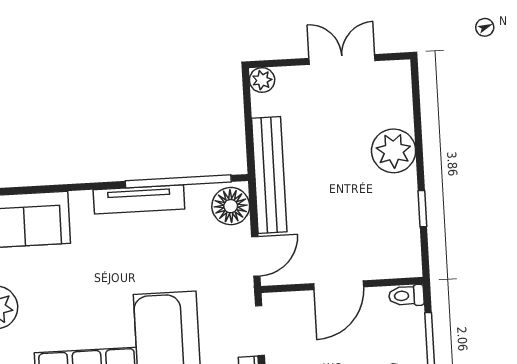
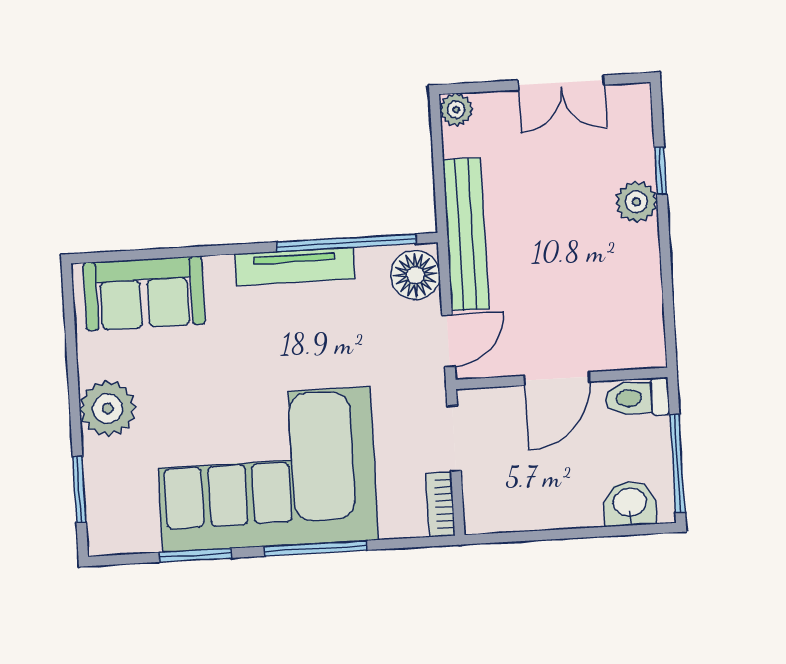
double door: (342, 59) -> (561, 83), swing flipped
plant: (394, 151) -> (636, 202), width x0.73, depth x0.73
window: (422, 209) -> (661, 171), moved
toilet: (406, 296) -> (638, 398), width x1.37, depth x1.39

